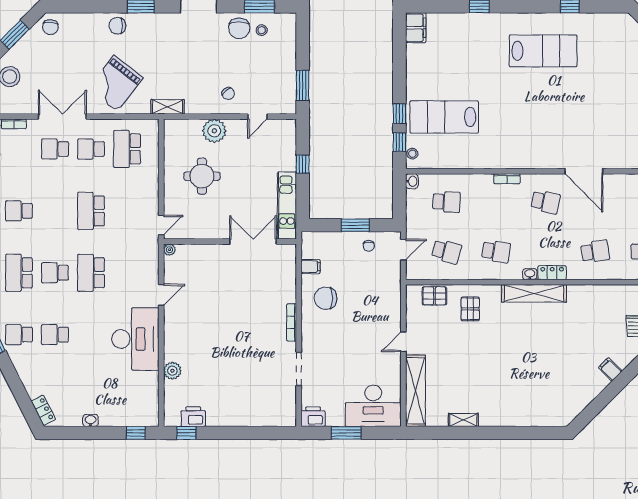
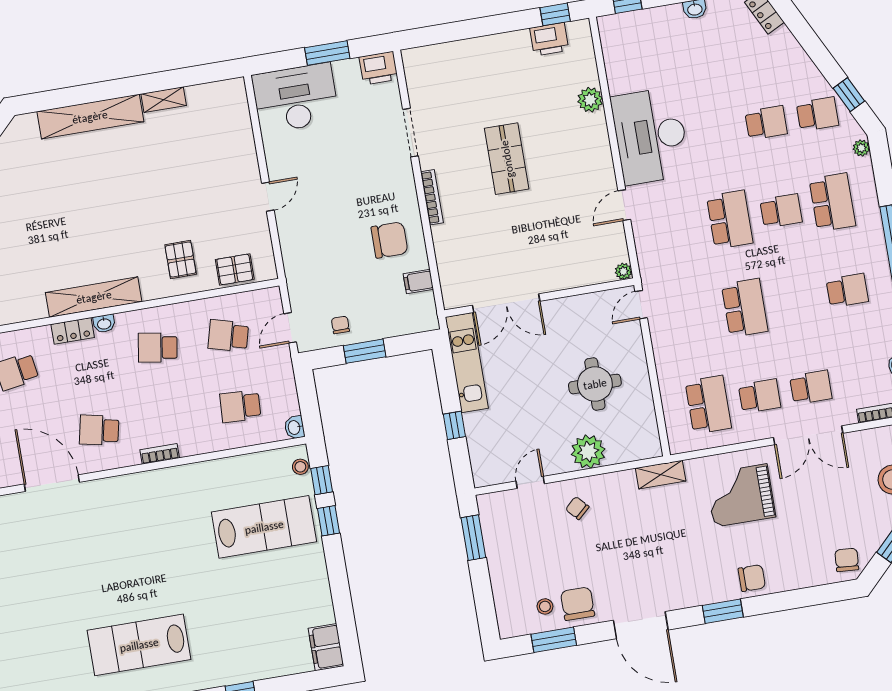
grand piano: (115, 83) -> (741, 495), turned -128
shop shelf: (236, 340) -> (507, 159), added
shelving: (415, 391) -> (90, 117), moved, turned 90

